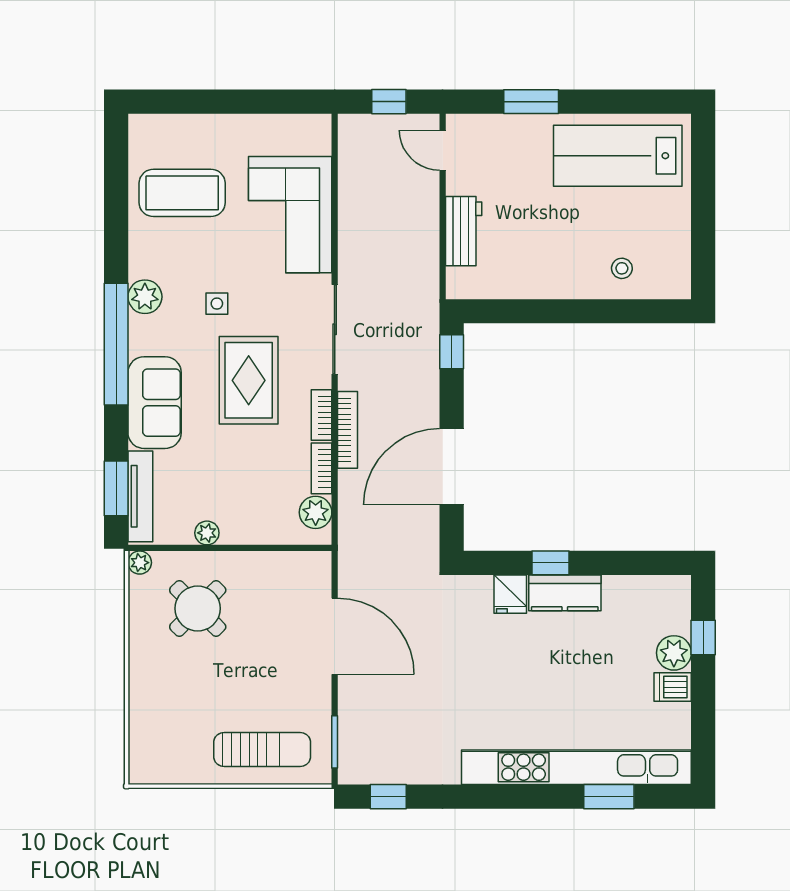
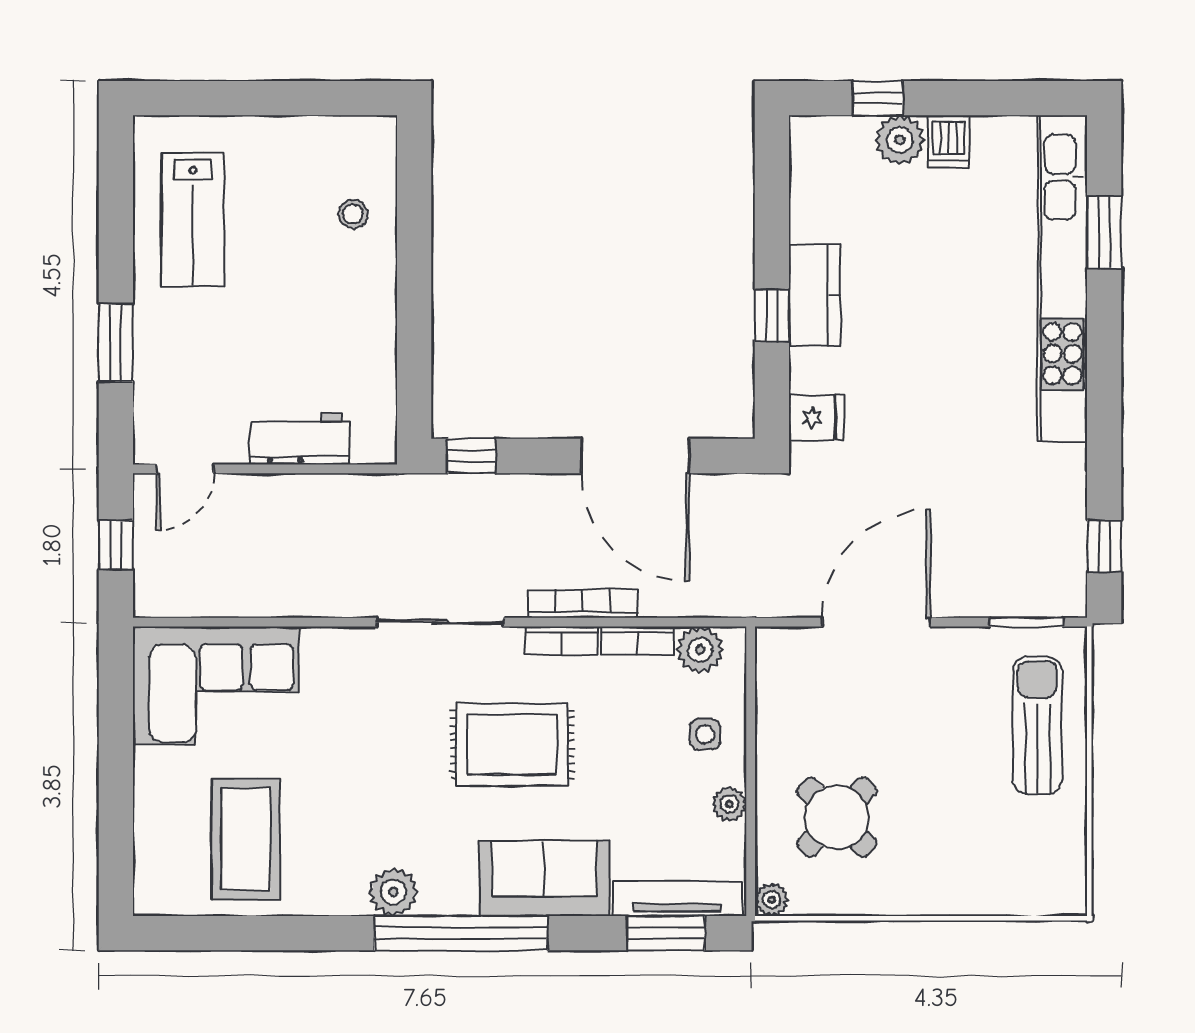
lab bench: (618, 156) -> (193, 220), width x0.73, depth x0.72
corner sofa: (290, 215) -> (216, 686), moved
side table: (217, 304) -> (705, 734), moved
fridge: (510, 594) -> (816, 418), moved

